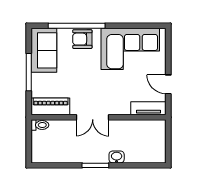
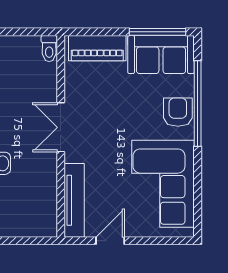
window: (29, 72) -> (157, 32), moved
piano: (51, 106) -> (97, 48), moved, turned 90
tv unit: (148, 108) -> (74, 200), width x1.41

